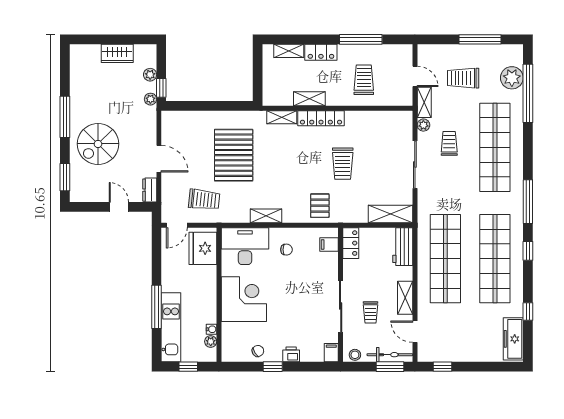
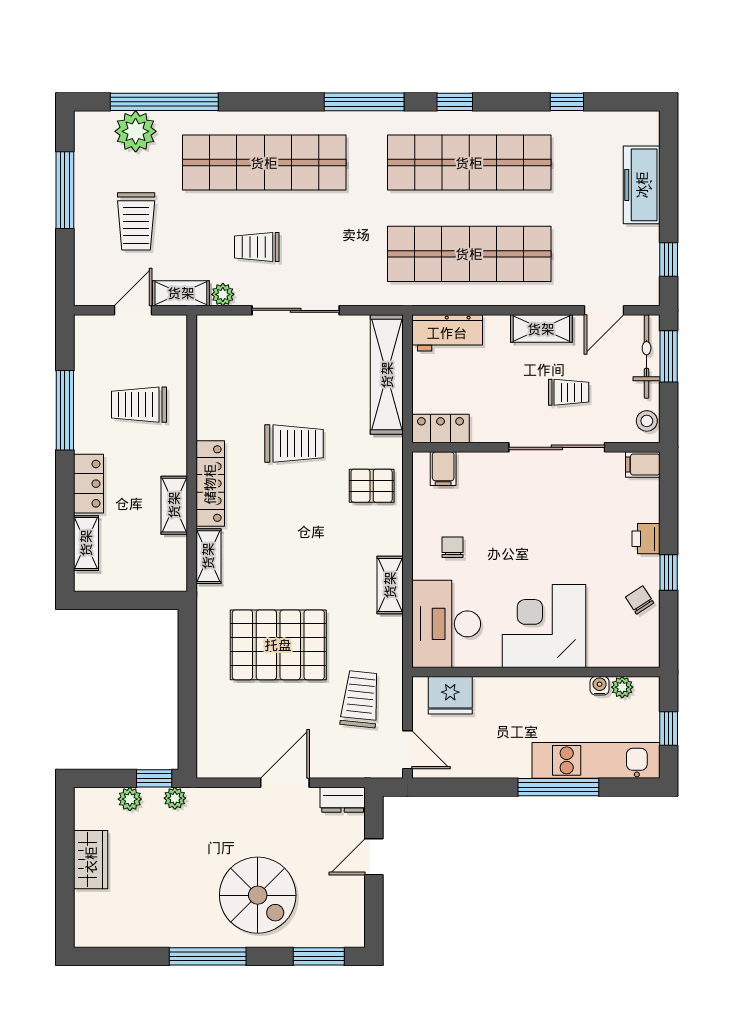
shelving: (390, 214) -> (387, 375), width x1.47
fridge: (203, 248) -> (450, 695), width x0.73, depth x0.75
freezer: (513, 339) -> (642, 185), moved, turned 90

